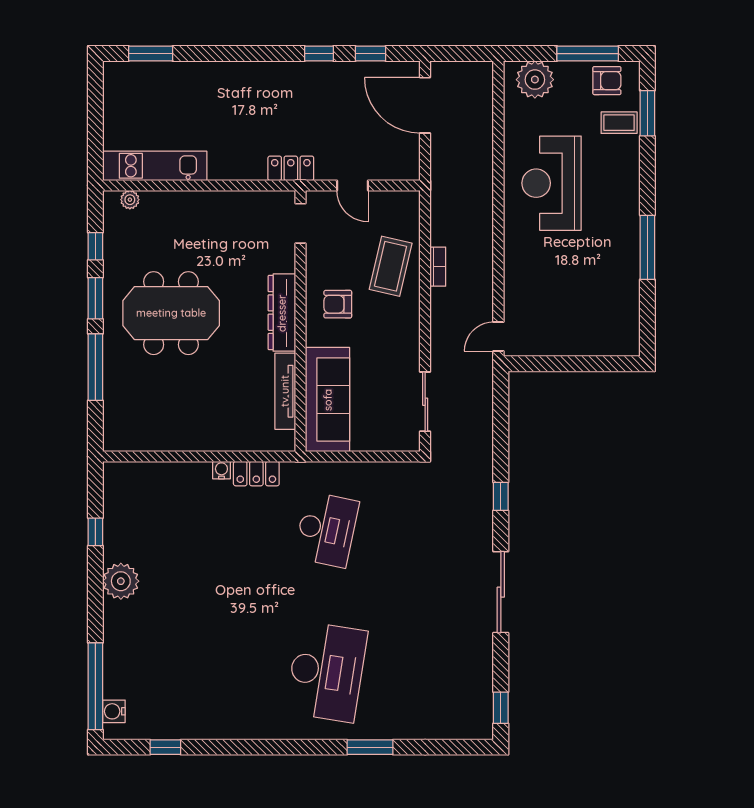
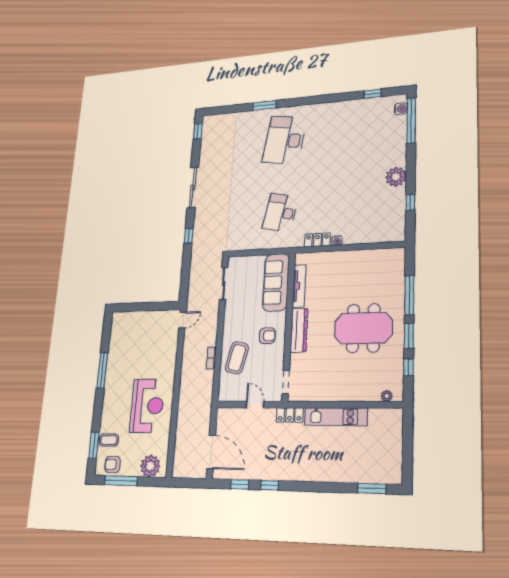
kitchen unit: (155, 166) -> (336, 417), moved

